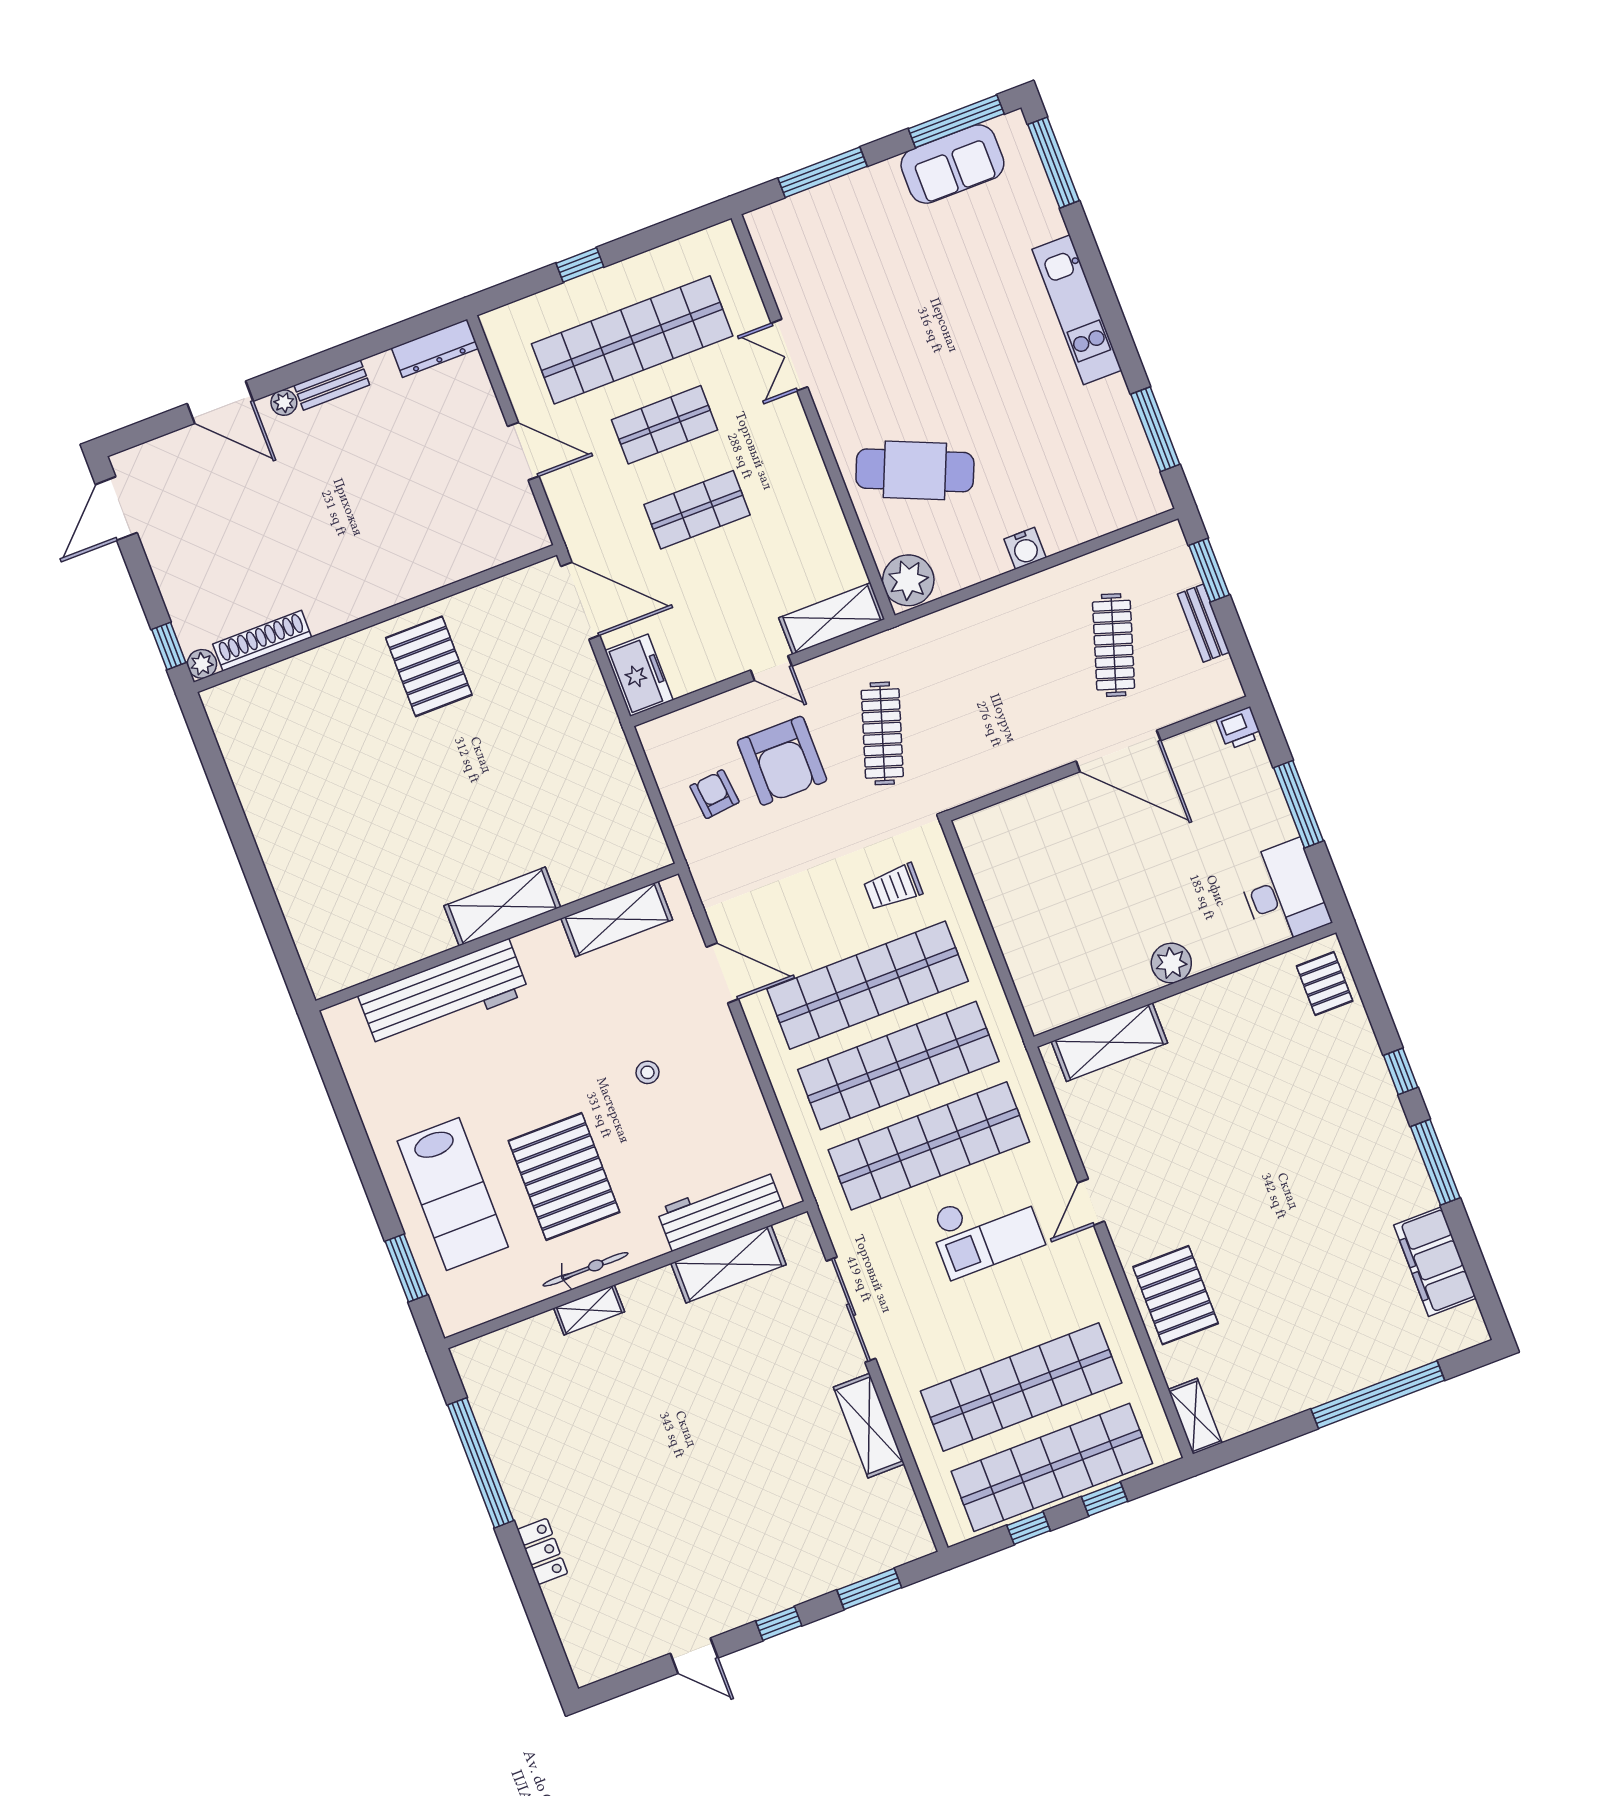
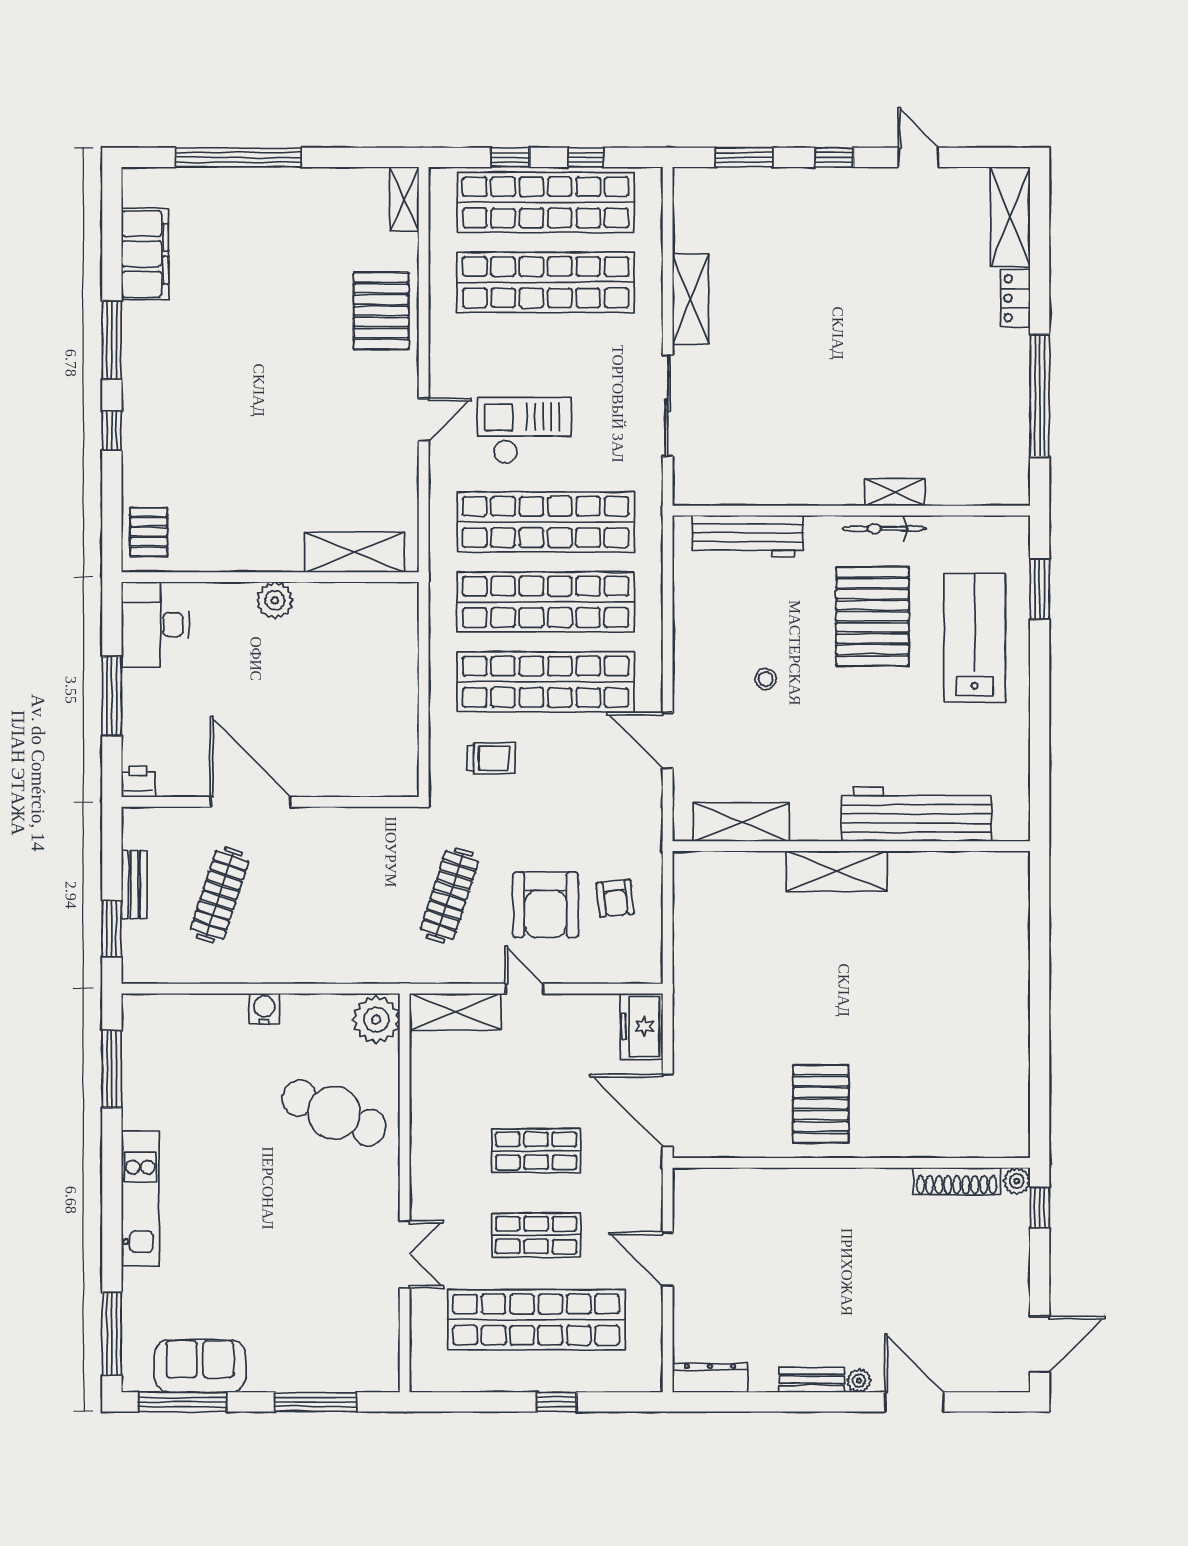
armchair: (782, 761) -> (546, 905), turned 180
shelving: (728, 1264) -> (1010, 217), moved, turned 90

